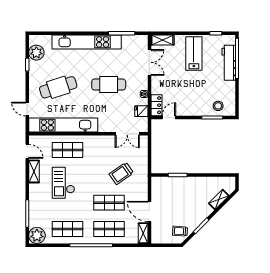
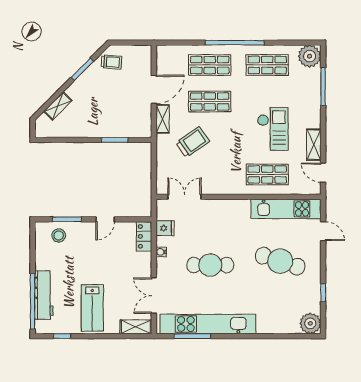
kitchen unit: (87, 42) -> (208, 324), moved
plant: (36, 53) -> (310, 323), moved
cafe table: (58, 87) -> (280, 261), turned 36
door: (169, 118) -> (105, 219), moved
kitchen unit: (63, 125) -> (286, 209), width x0.73
door: (149, 211) -> (154, 89), hinge flipped
shelving: (143, 233) -> (163, 119), moved

